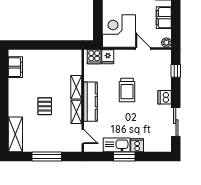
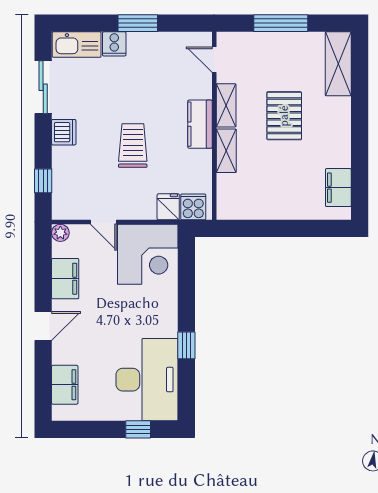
kitchen counter: (91, 102) -> (200, 124), width x0.67
pallet: (45, 106) -> (284, 116), width x1.50, depth x1.42
kitchen sink: (117, 145) -> (77, 45), moved

